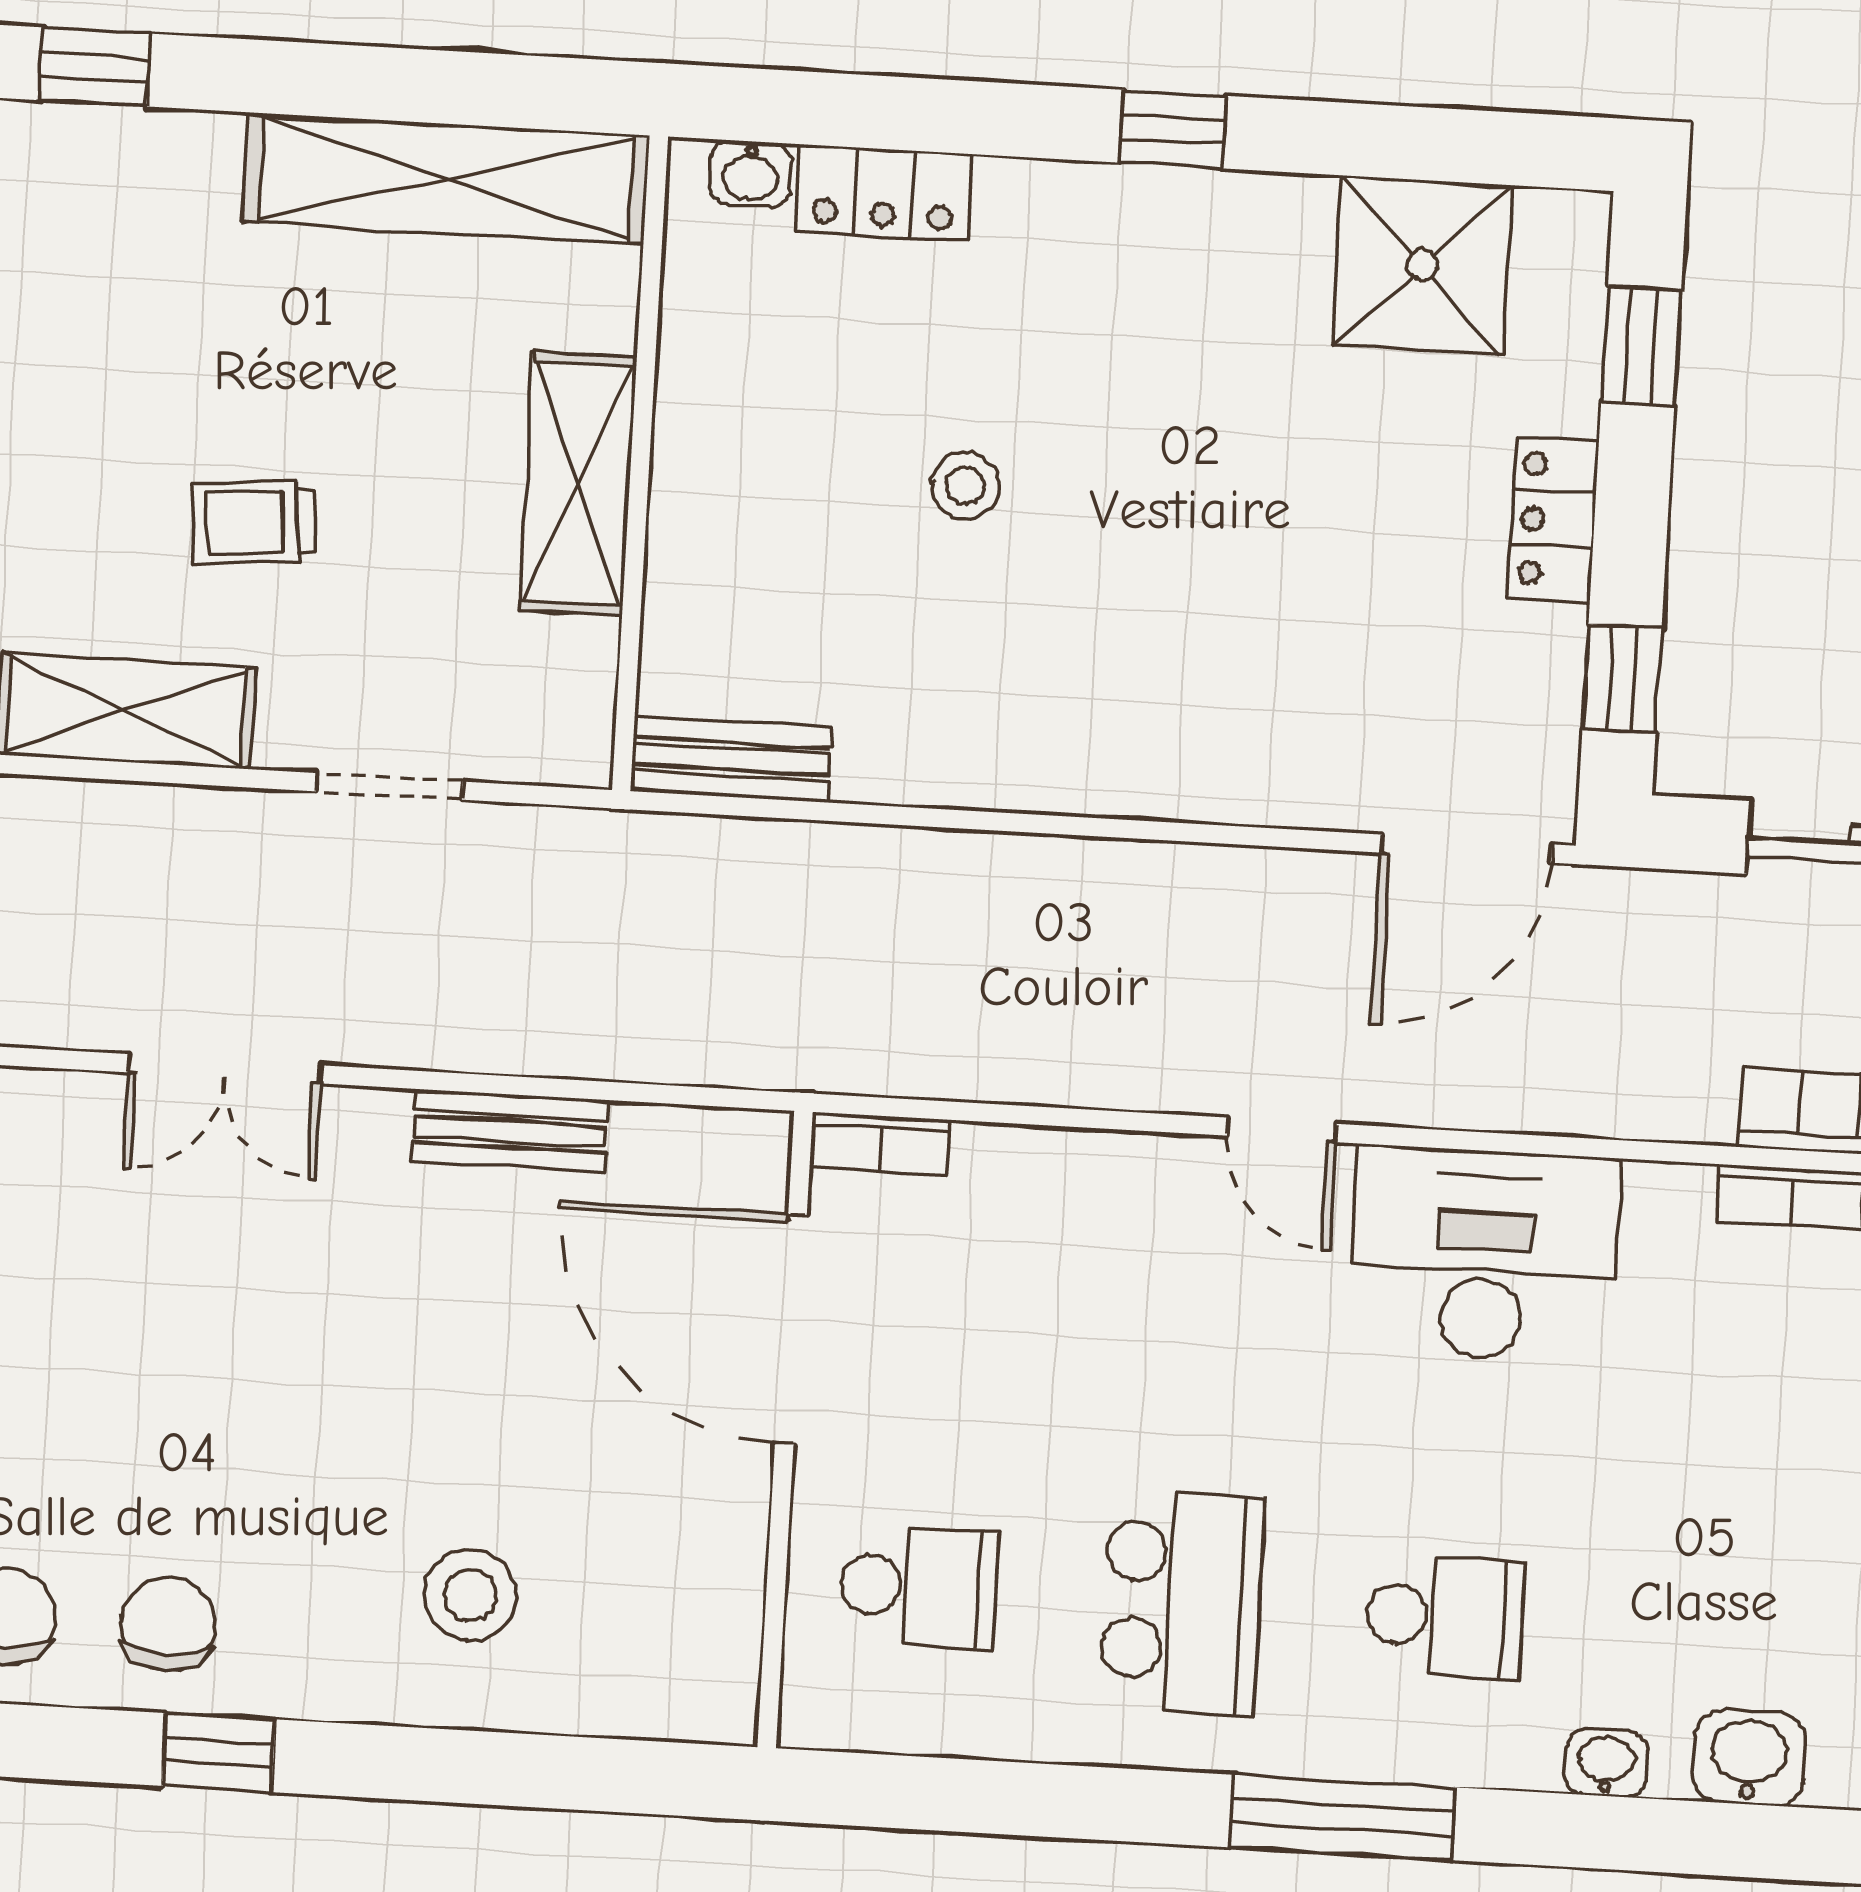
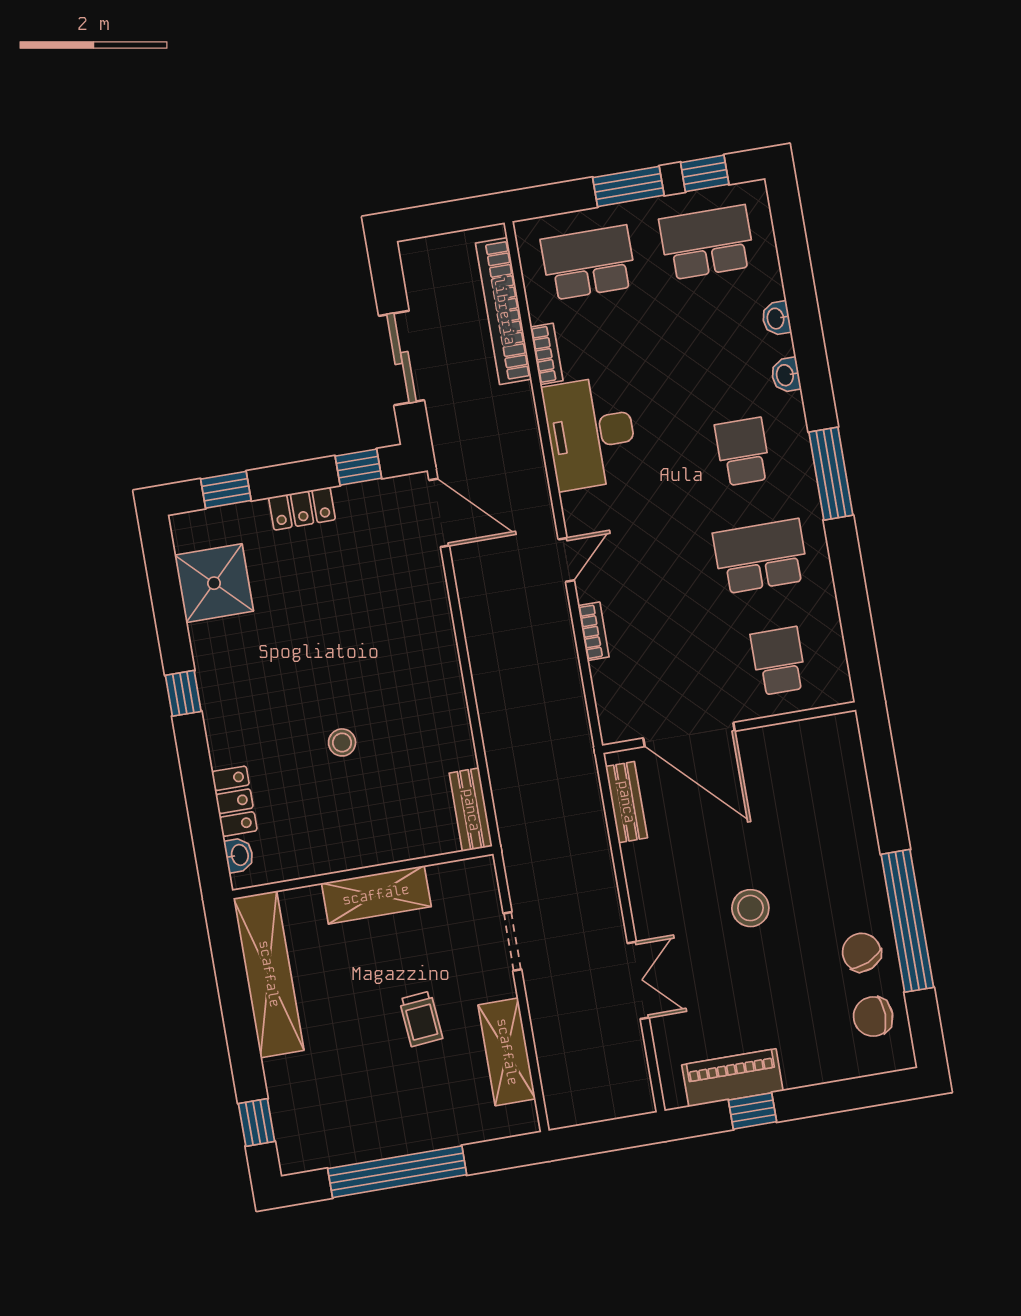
bench: (511, 1131) -> (626, 802), moved
bookcase: (880, 1143) -> (594, 631), moved
desk: (1484, 1254) -> (591, 433), moved
door: (791, 1329) -> (689, 735), hinge flipped
stool: (470, 1595) -> (750, 908), moved
chair: (168, 1624) -> (862, 952), turned 66
window: (219, 1753) -> (907, 921), width x3.17
washbasin: (1749, 1758) -> (776, 318), width x0.72, depth x0.69

